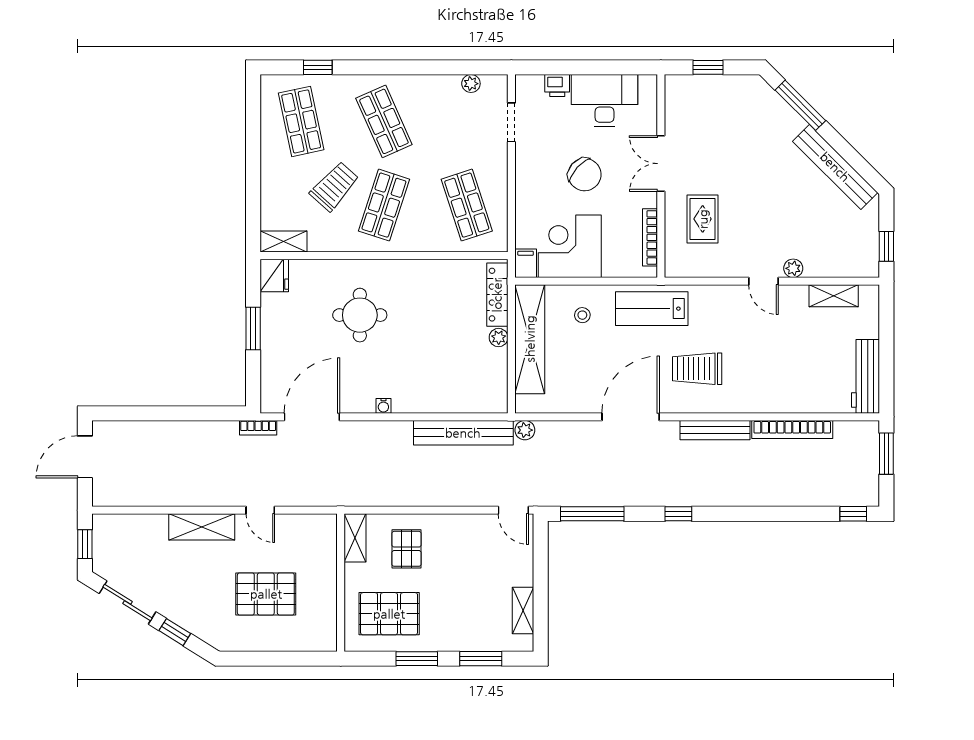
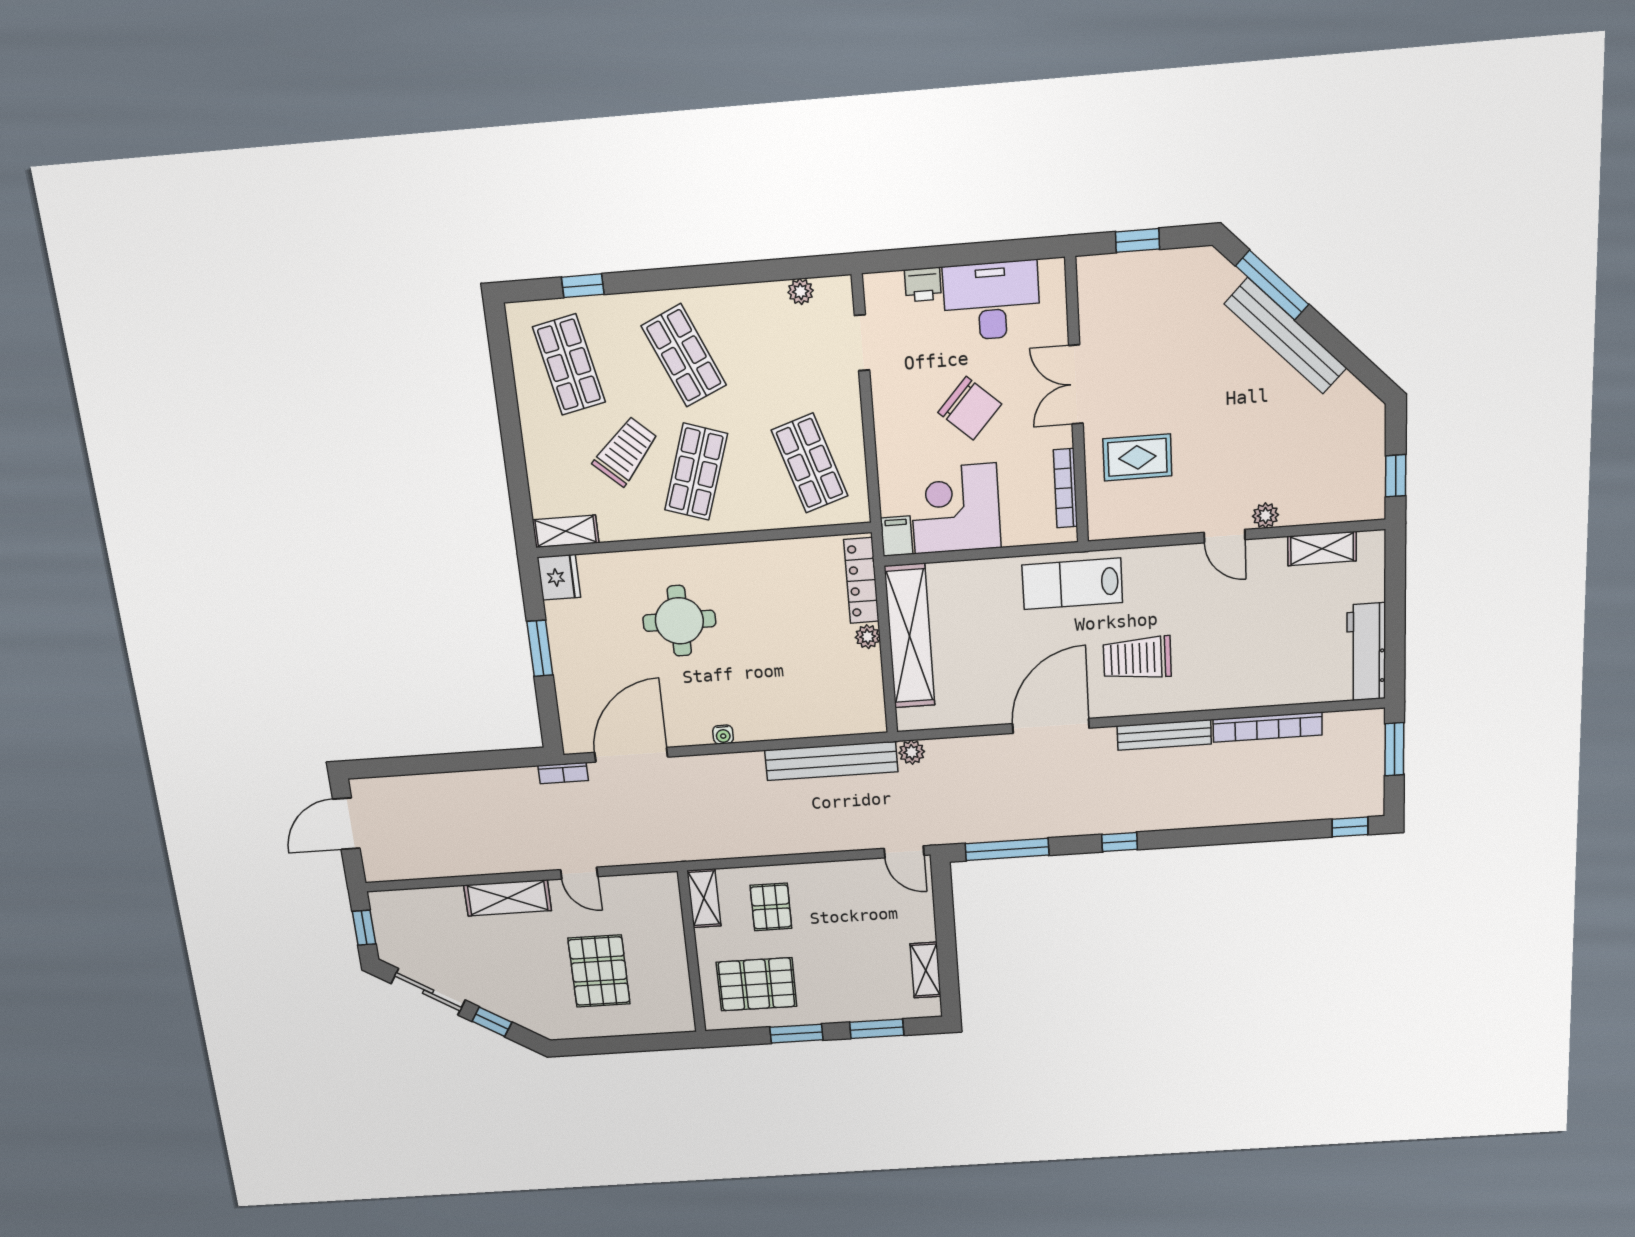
bench: (835, 167) -> (1286, 336), moved
rug: (703, 219) -> (1137, 457), turned 90
stool: (582, 315) -> (978, 599), removed
pallet: (266, 594) -> (599, 971), turned 90

